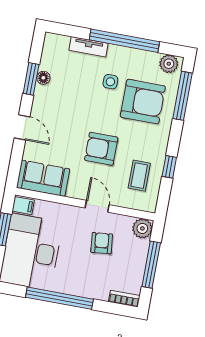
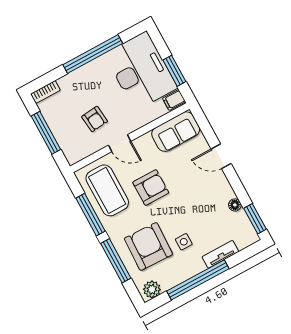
window: (31, 79) -> (255, 219), moved
window: (182, 96) -> (116, 261), moved
armchair: (143, 102) -> (148, 246), turned 92
window: (169, 167) -> (91, 215), width x2.17
coffee table: (139, 176) -> (107, 190), width x1.86, depth x1.72
plant: (142, 228) -> (74, 154), removed

